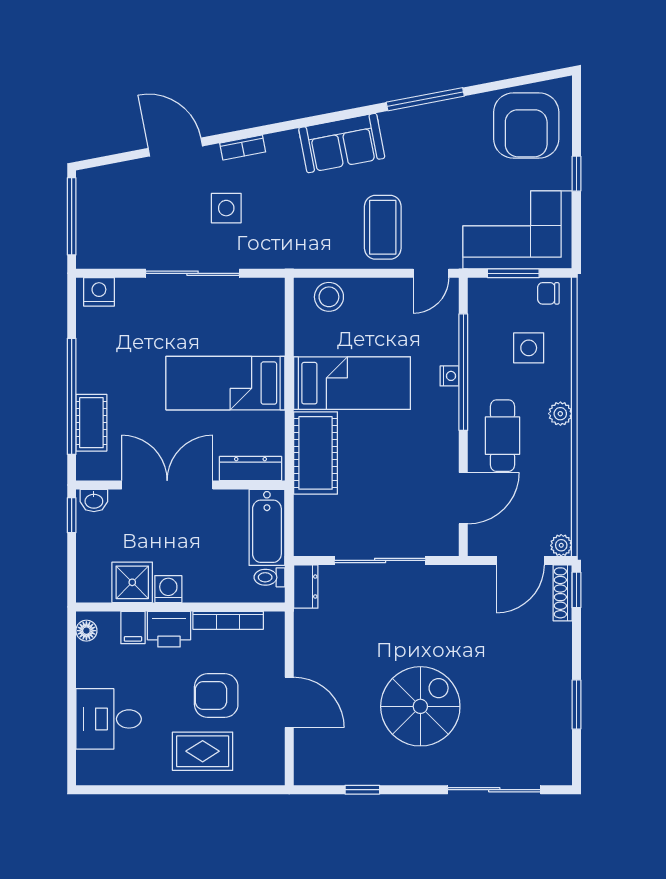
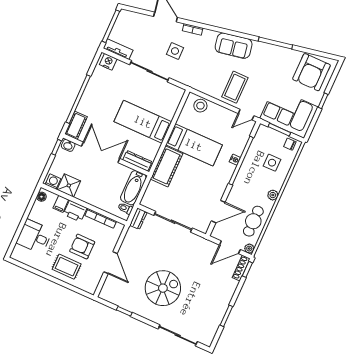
tv unit: (108, 257) -> (118, 49), added
cot: (91, 423) -> (76, 125), moved
cafe table: (502, 436) -> (253, 221), moved
washing machine: (168, 589) -> (53, 182), moved

